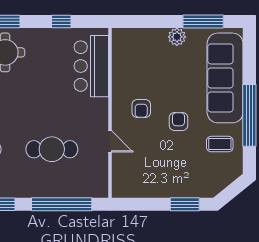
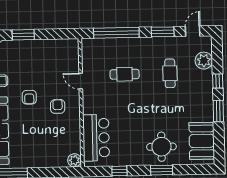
plant: (177, 37) -> (74, 160), moved
cafe table: (52, 149) -> (125, 74), width x0.73, depth x0.74

